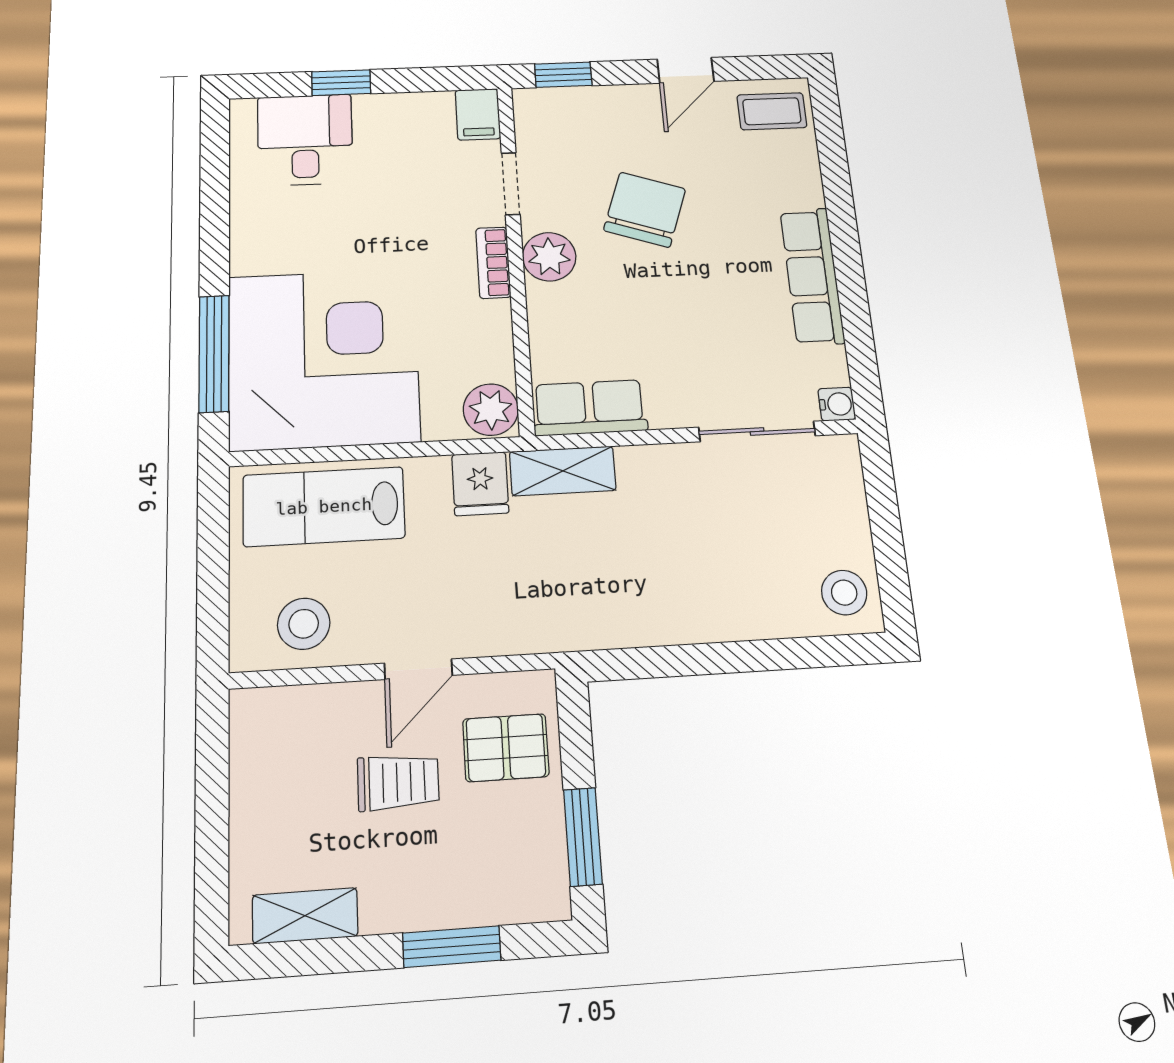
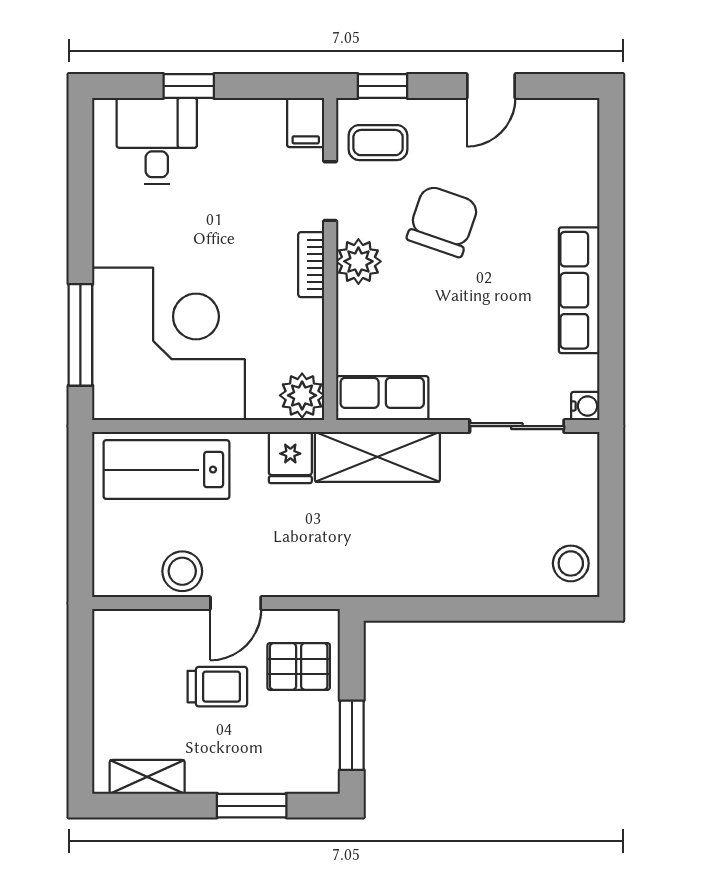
coffee table: (772, 111) -> (378, 143), moved
shelving: (563, 471) -> (377, 457), width x1.50, depth x1.33
stool: (304, 624) -> (182, 571), moved

